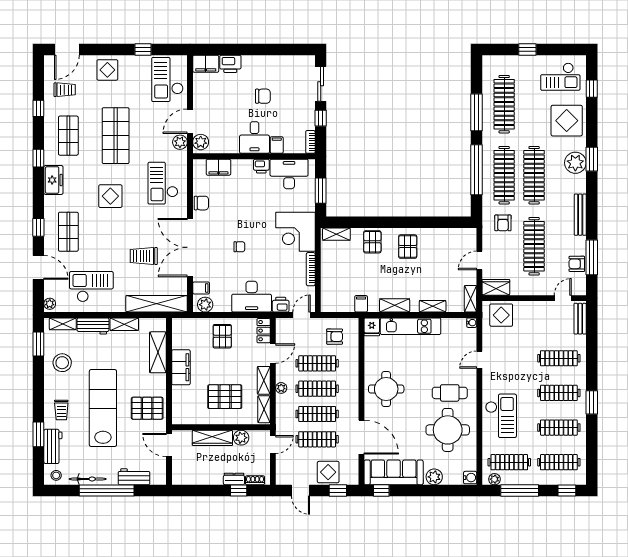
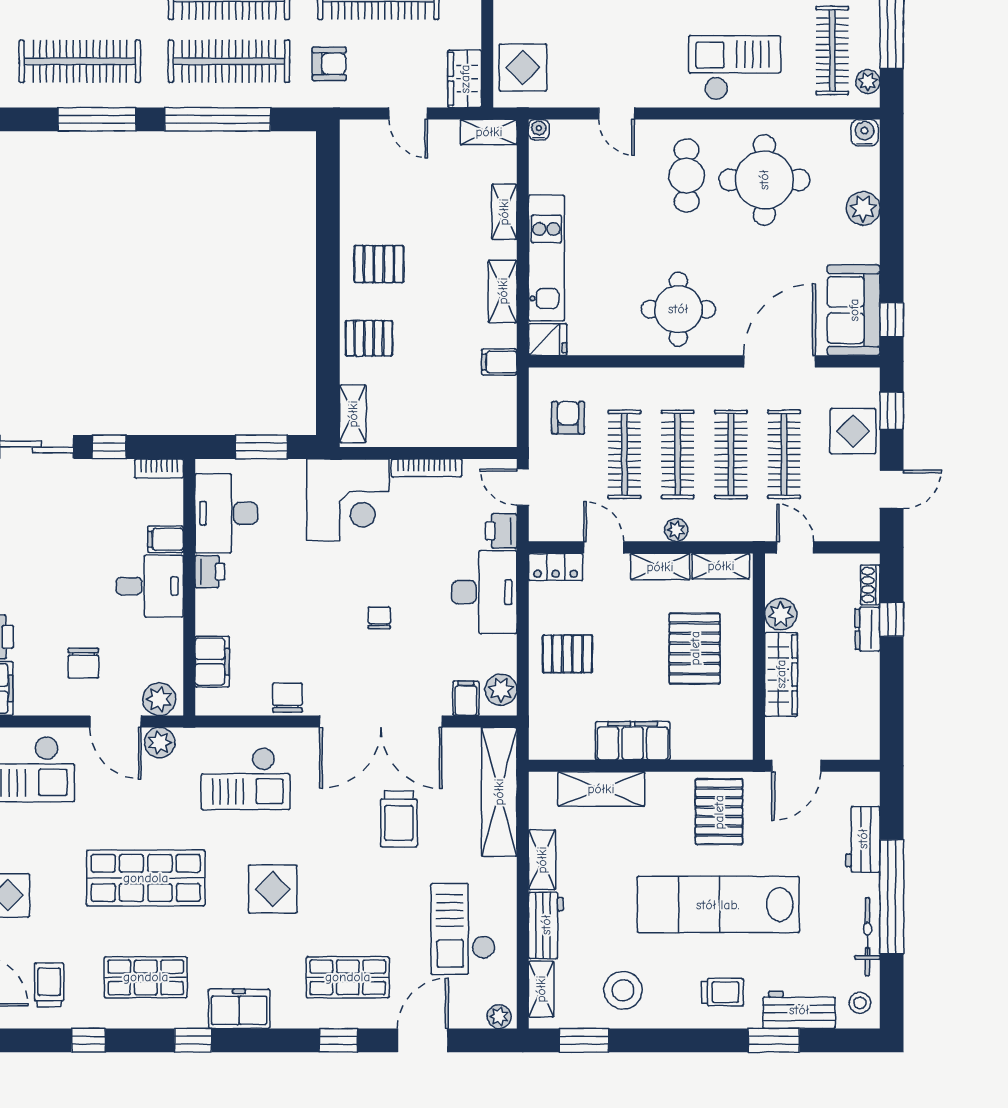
chair: (263, 96) -> (83, 663), moved, turned 180
sofa: (394, 472) -> (854, 310), width x0.73

